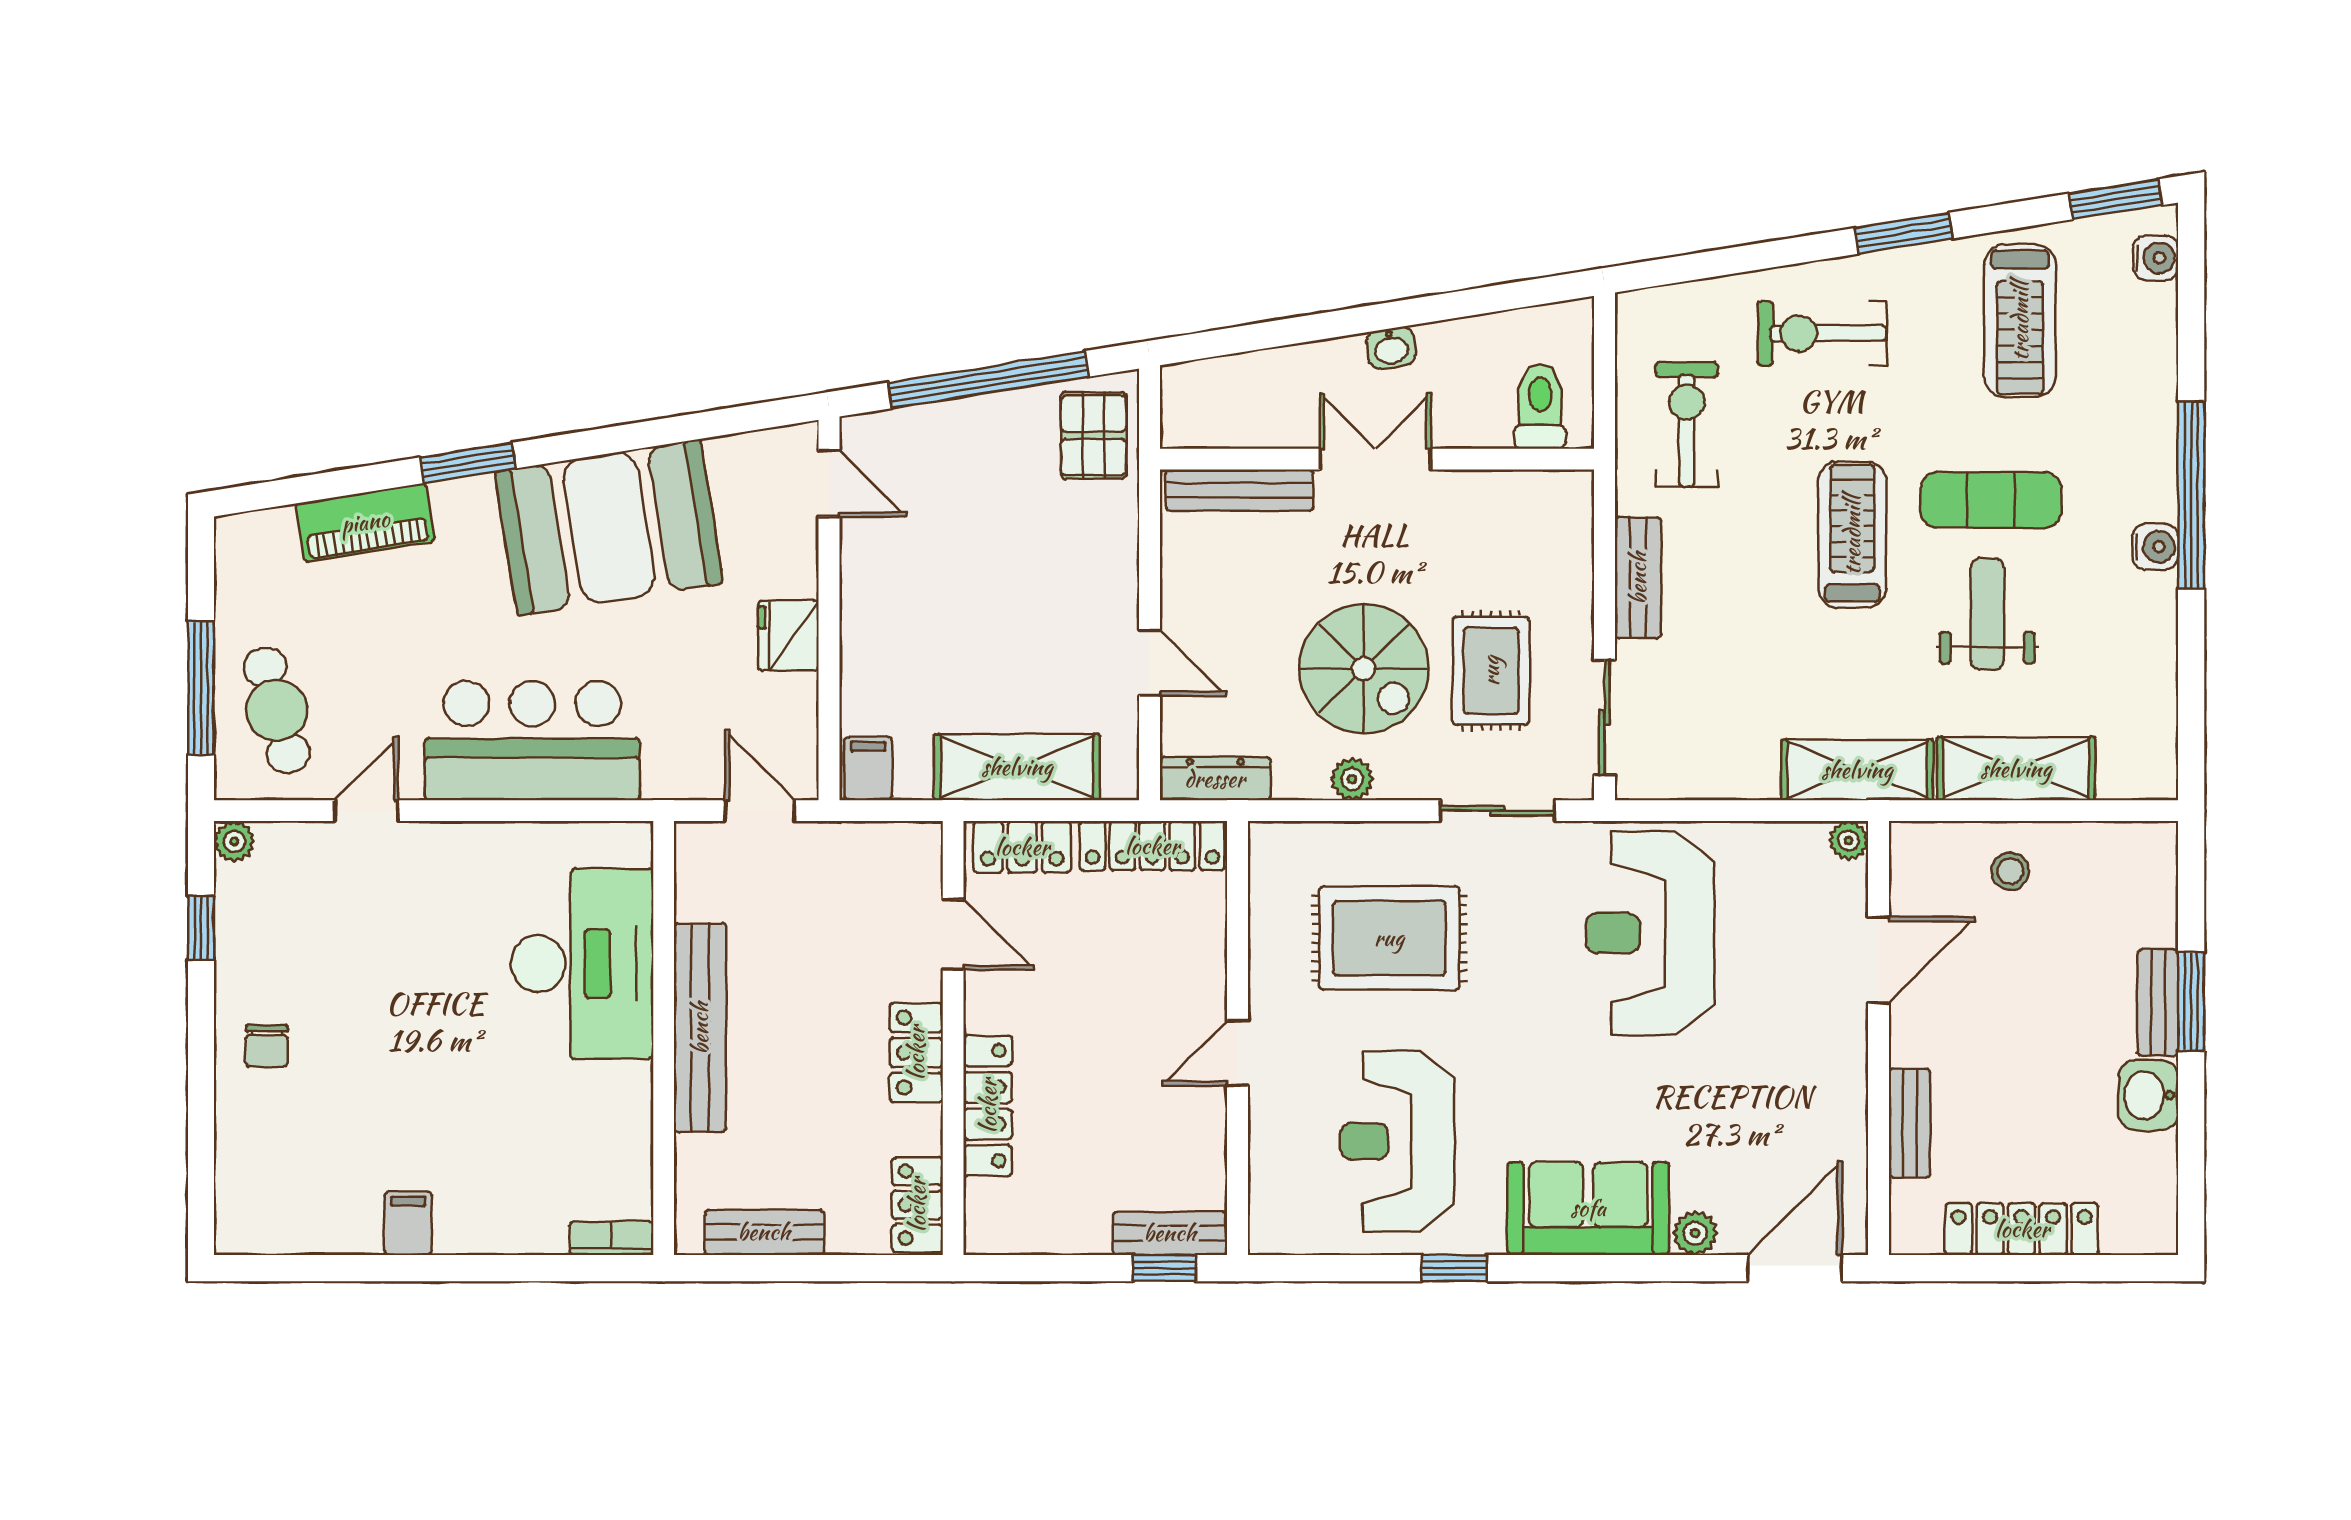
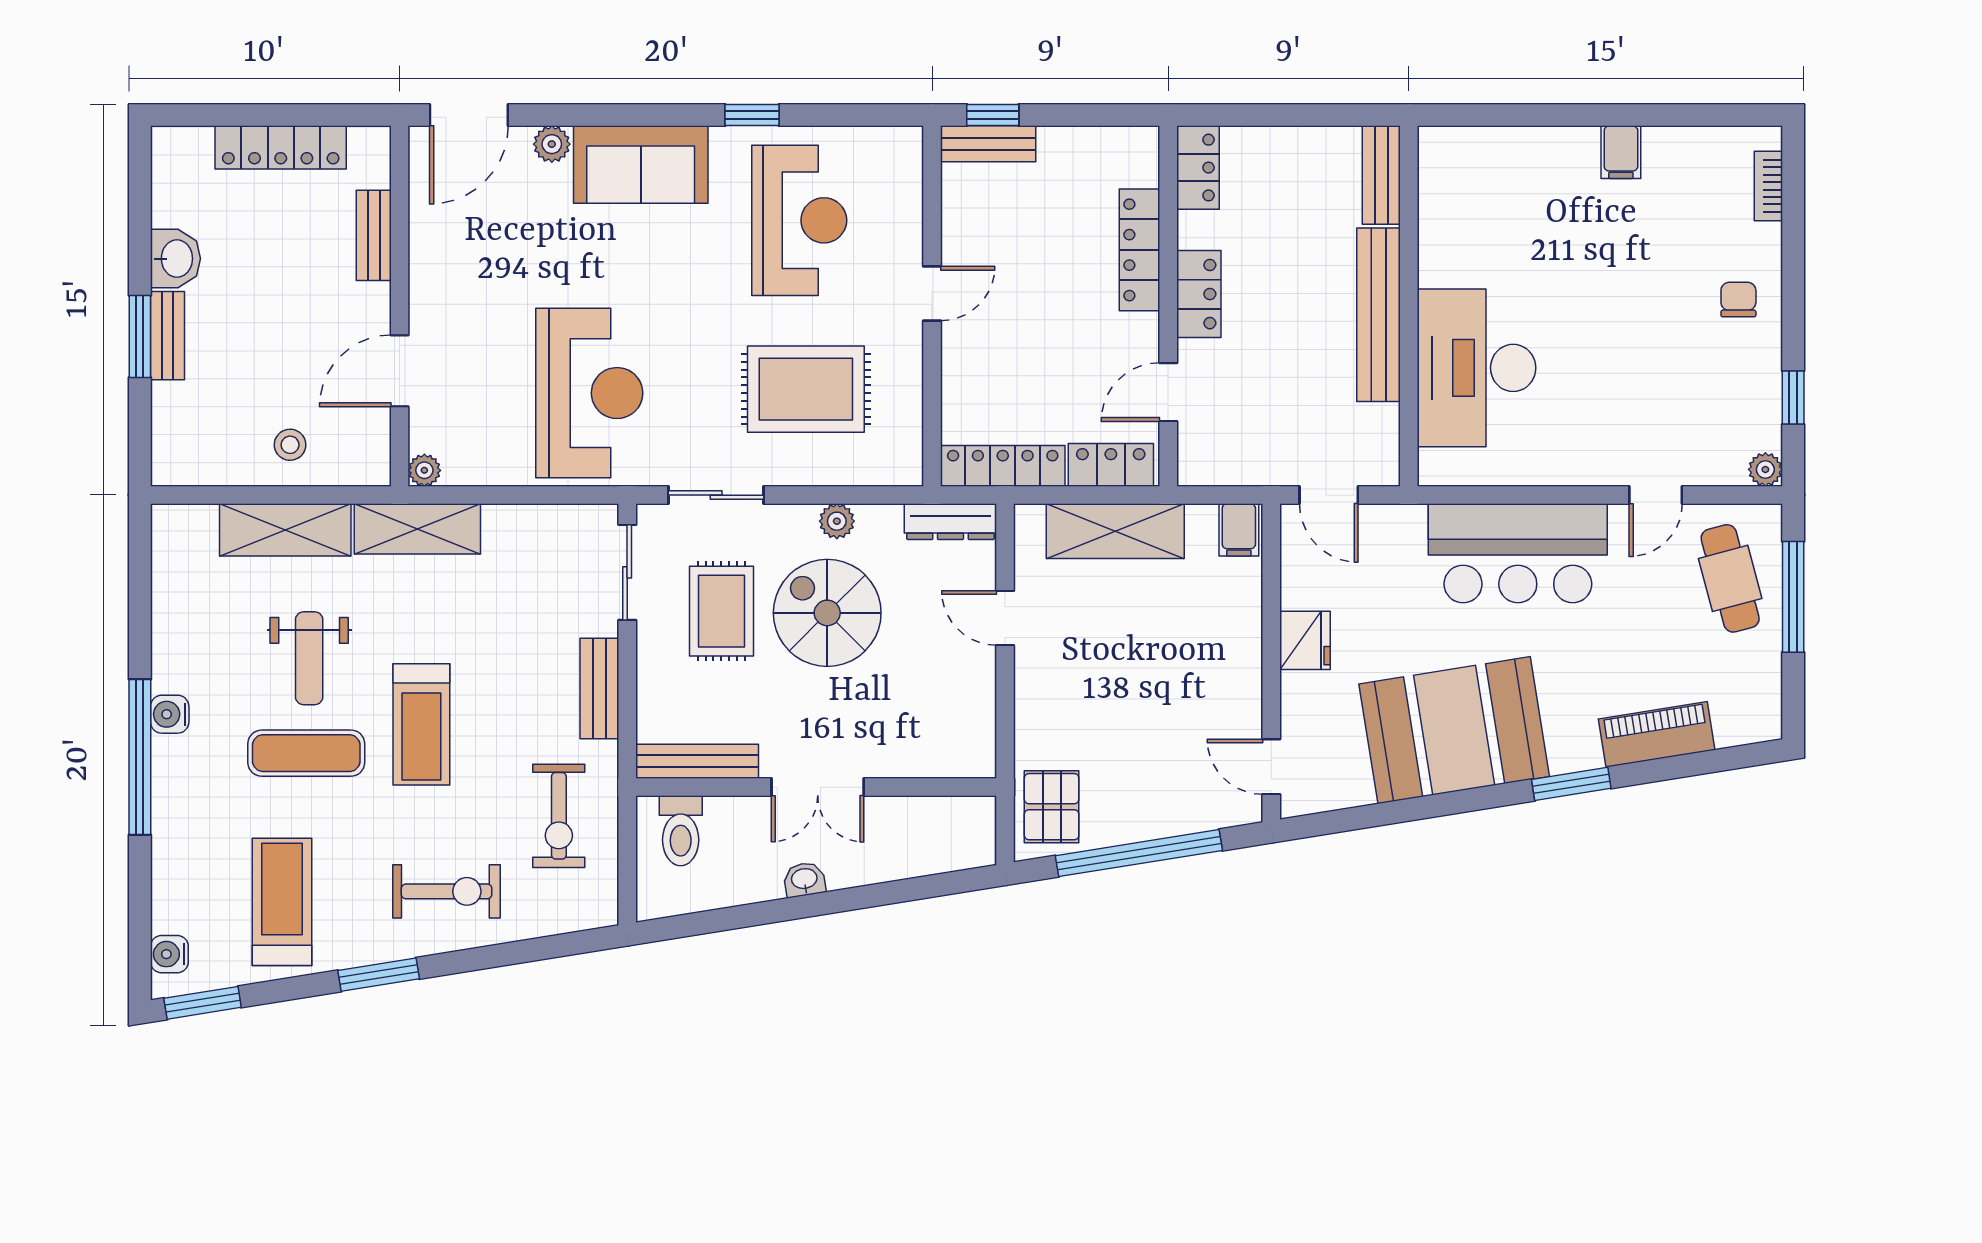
bench: (1240, 490) -> (697, 761), moved
door: (953, 935) -> (1168, 392), hinge flipped
bench: (764, 1232) -> (1381, 175), moved, turned 90
bookcase: (611, 1238) -> (1768, 186), moved, turned 90

